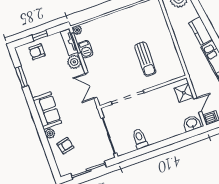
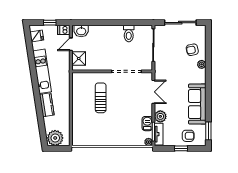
window: (22, 77) -> (208, 131), moved
sofa: (47, 111) -> (197, 104), moved, width x1.36

